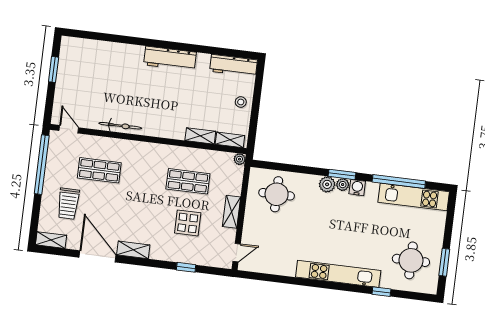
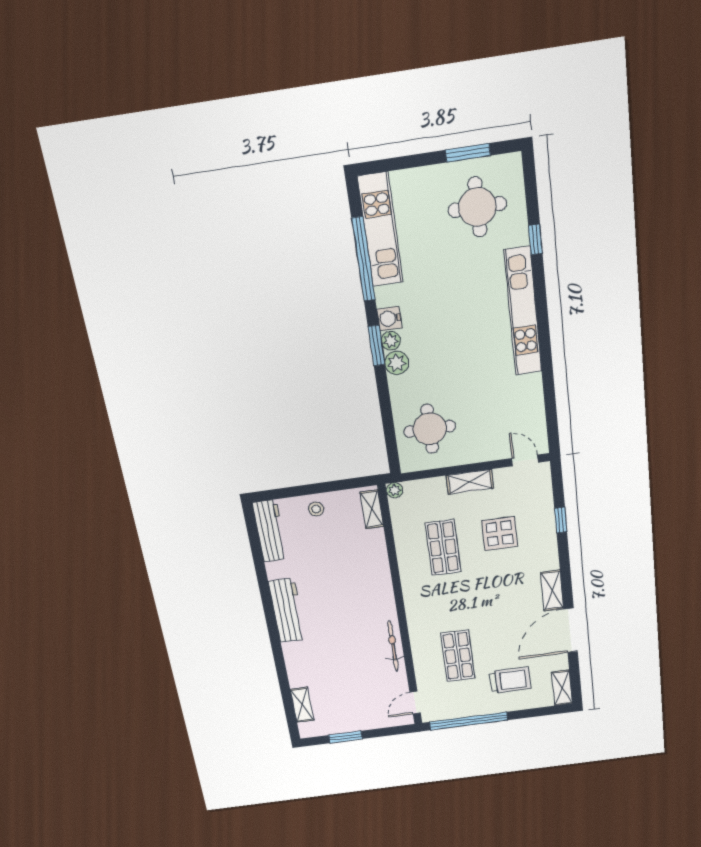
shelving: (200, 136) -> (302, 705), moved

